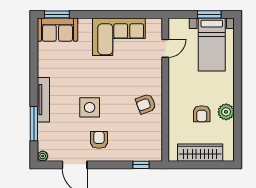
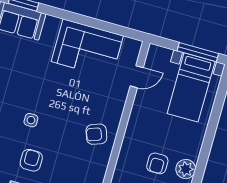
window: (209, 14) -> (198, 52), width x1.44
side table: (90, 107) -> (31, 120), width x0.54, depth x0.54

